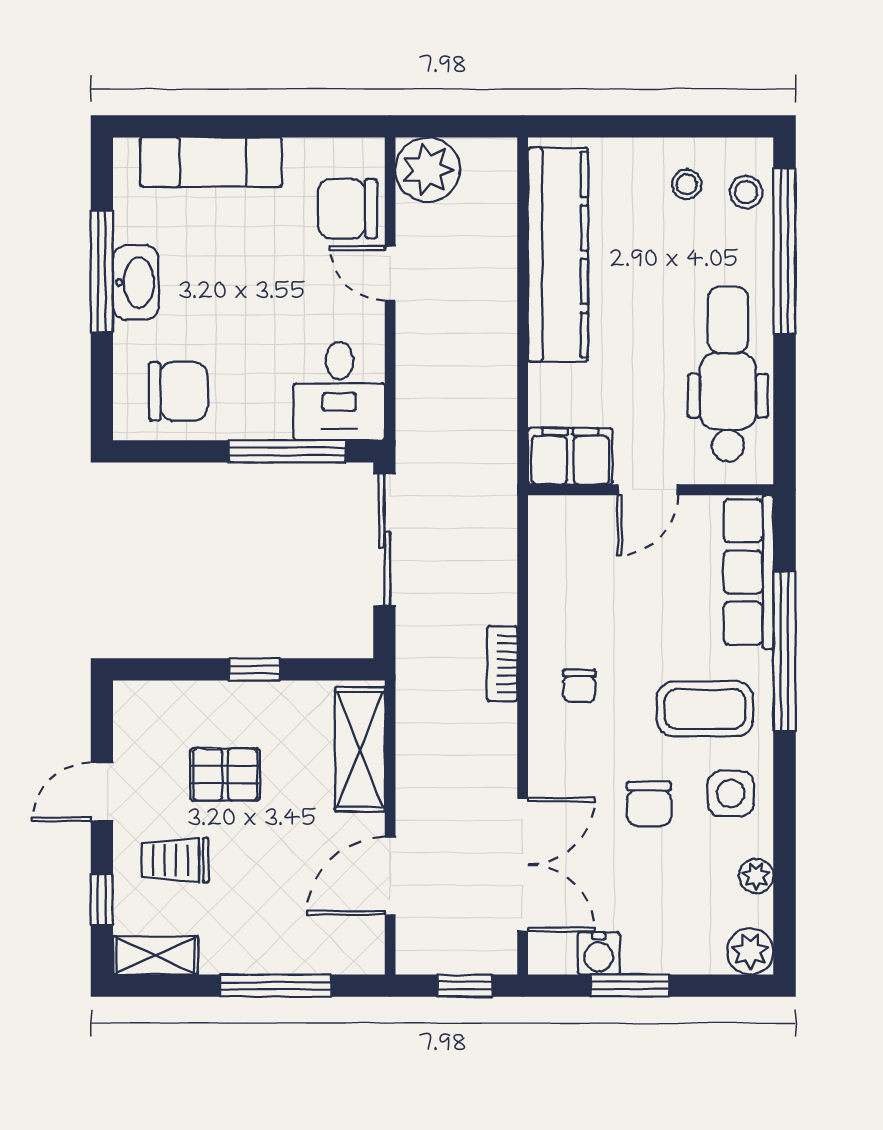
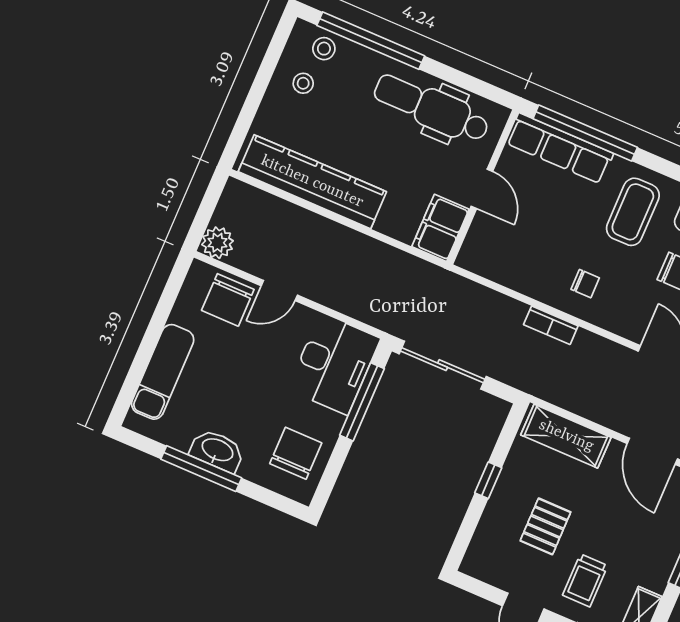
plant: (428, 170) -> (217, 243), width x0.73, depth x0.73
desk: (339, 391) -> (334, 364), width x1.37
window: (784, 651) -> (585, 133), moved

